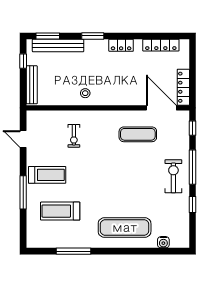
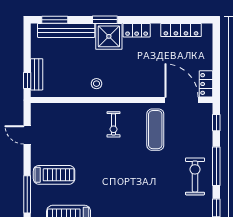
shower: (96, 51) -> (109, 36), added
window: (23, 61) -> (27, 81), moved
bench: (32, 85) -> (37, 74), width x0.73
locker: (183, 87) -> (206, 84), width x0.66
exercise mat: (138, 134) -> (155, 130), turned 90
exercise bike: (74, 136) -> (114, 124), moved

